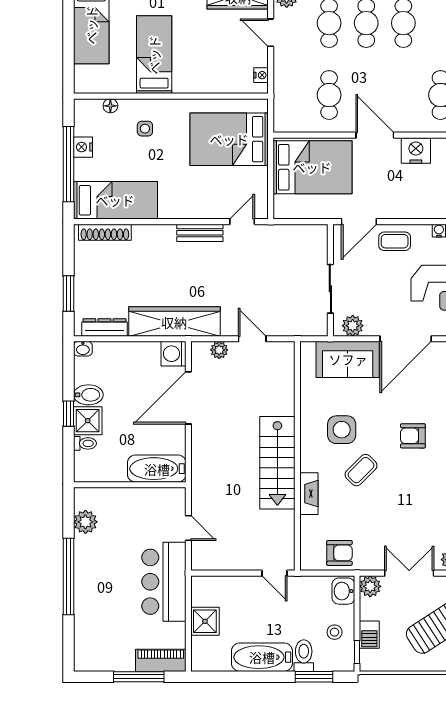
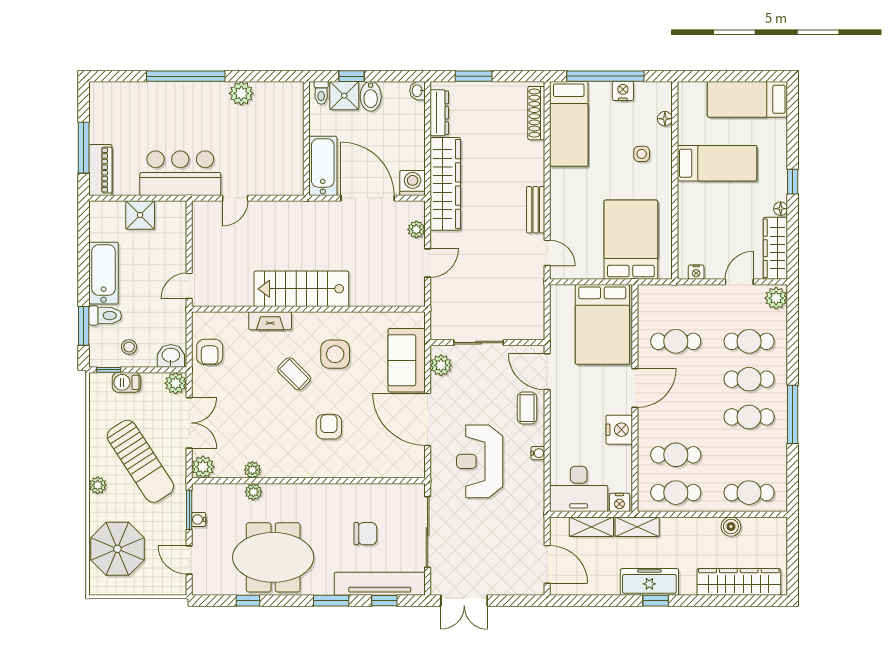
bathtub: (157, 469) -> (323, 166), moved
wall: (130, 485) -> (306, 138), moved

